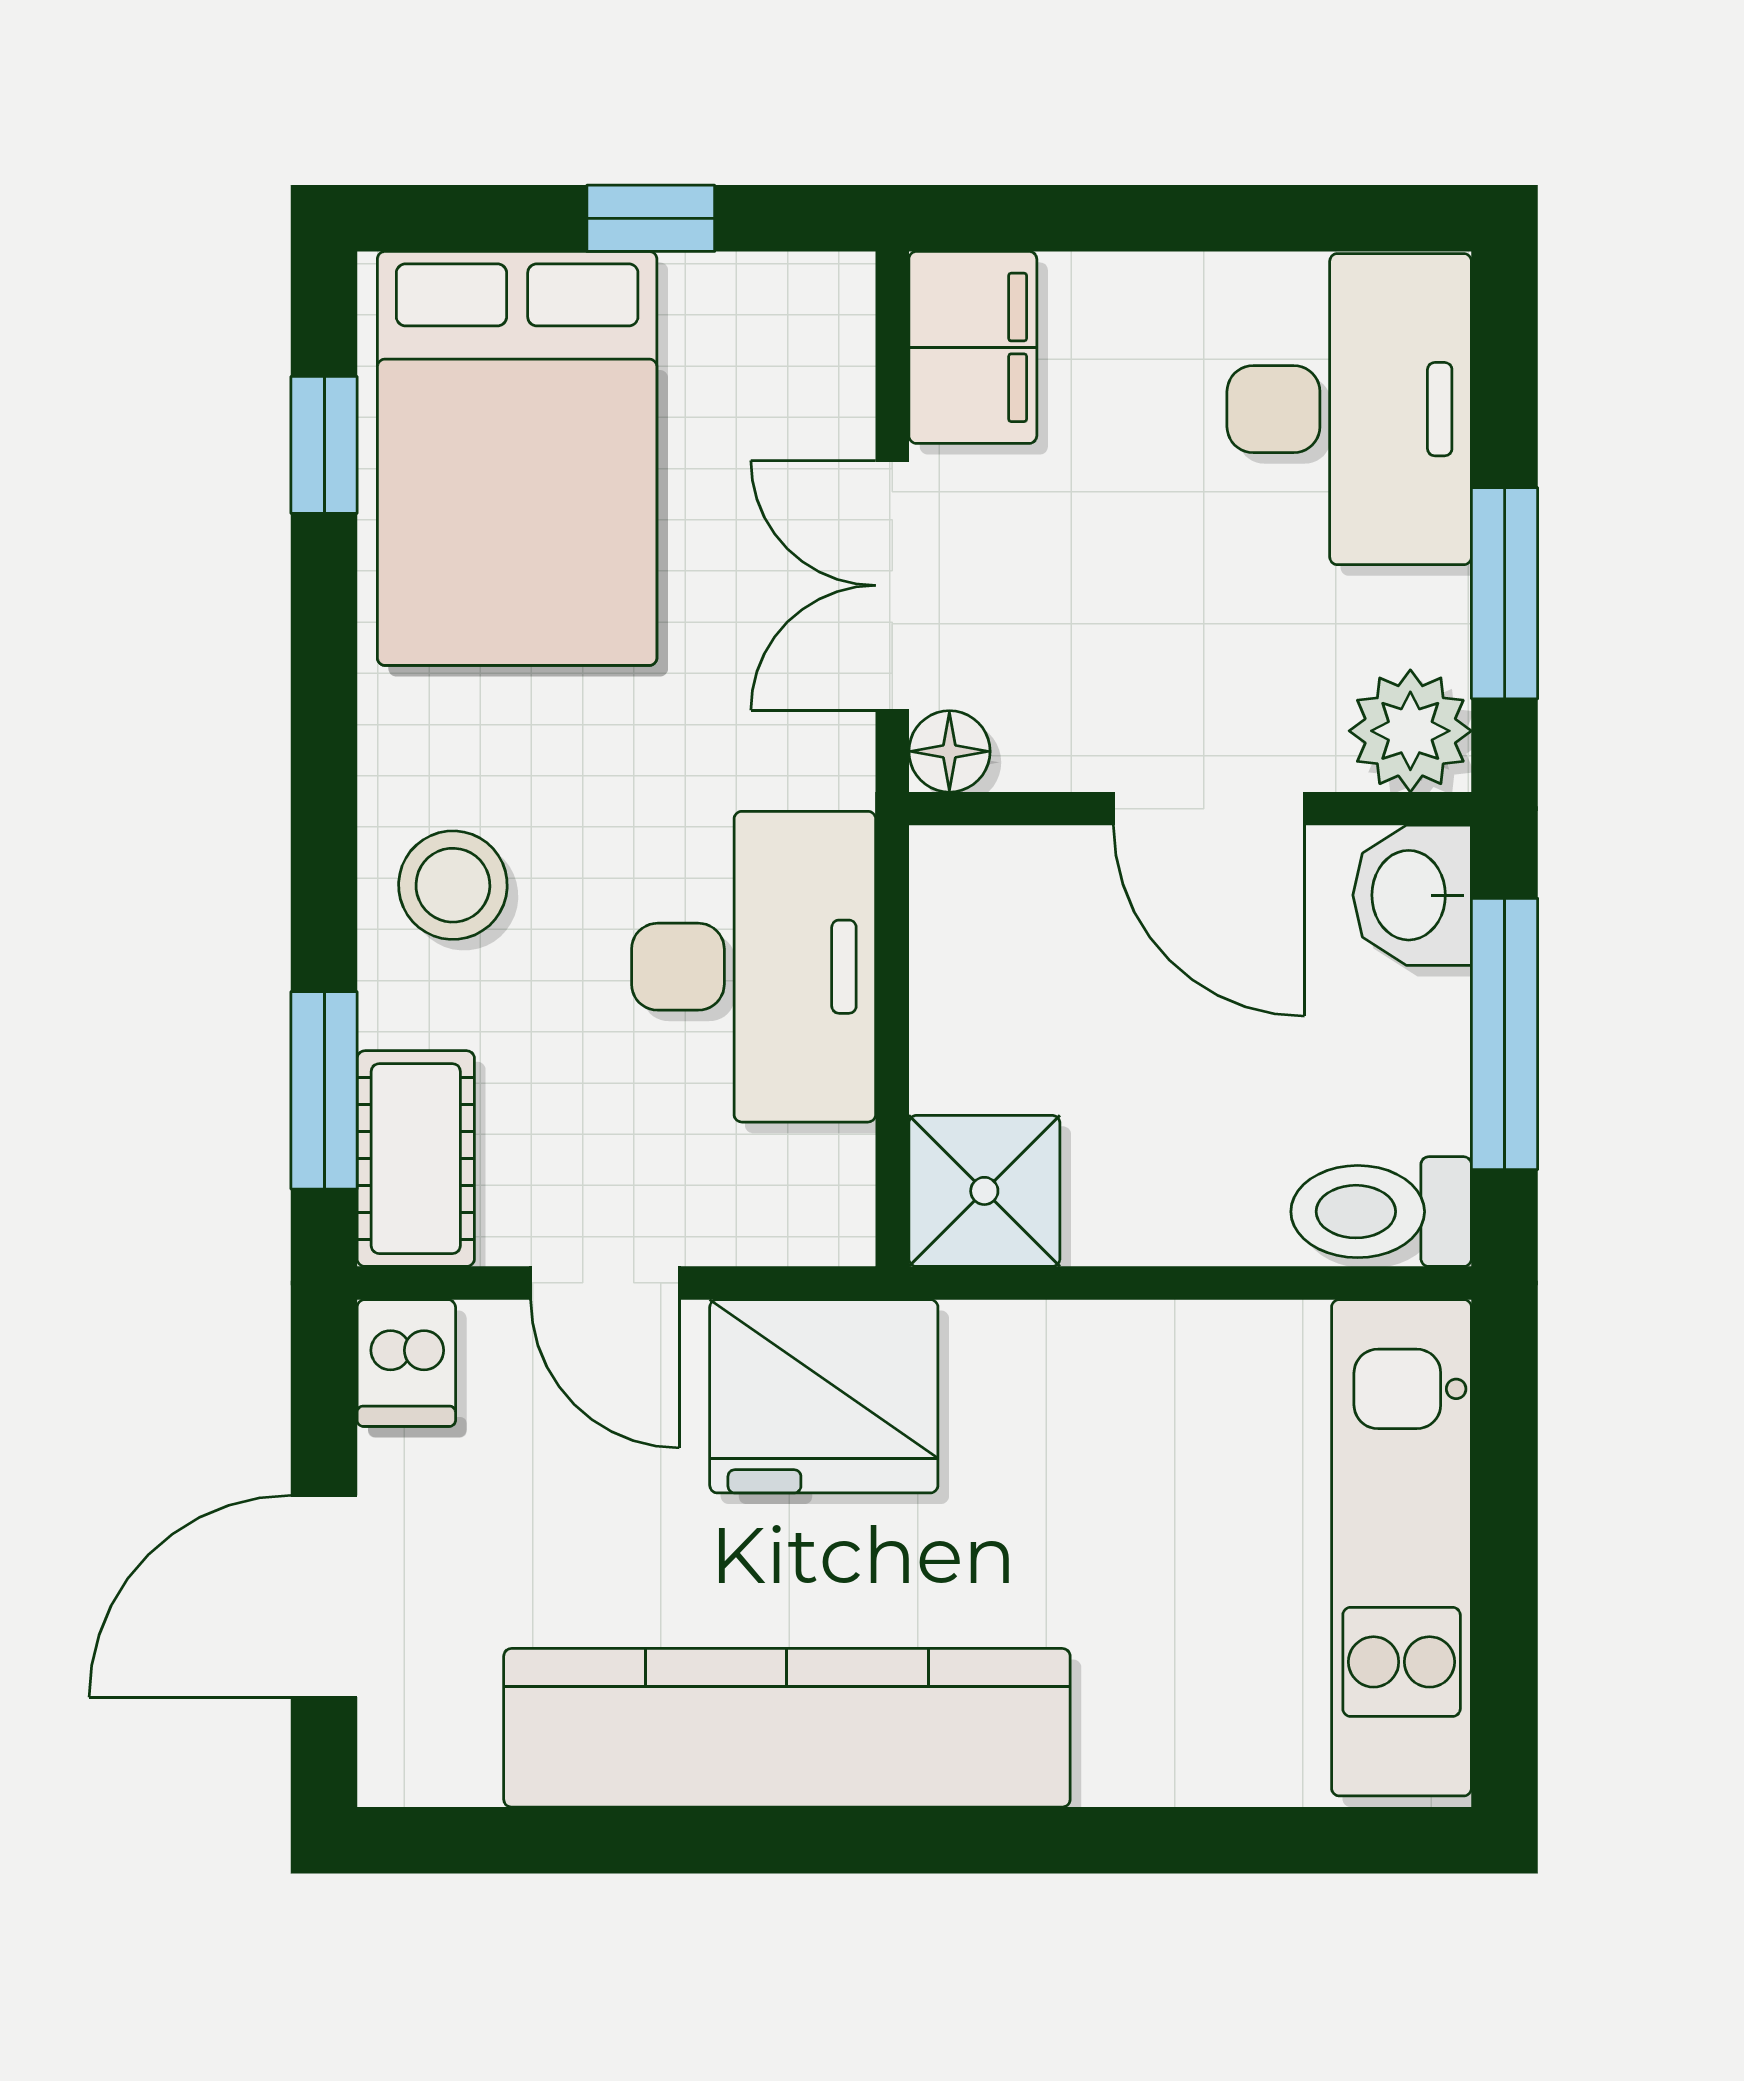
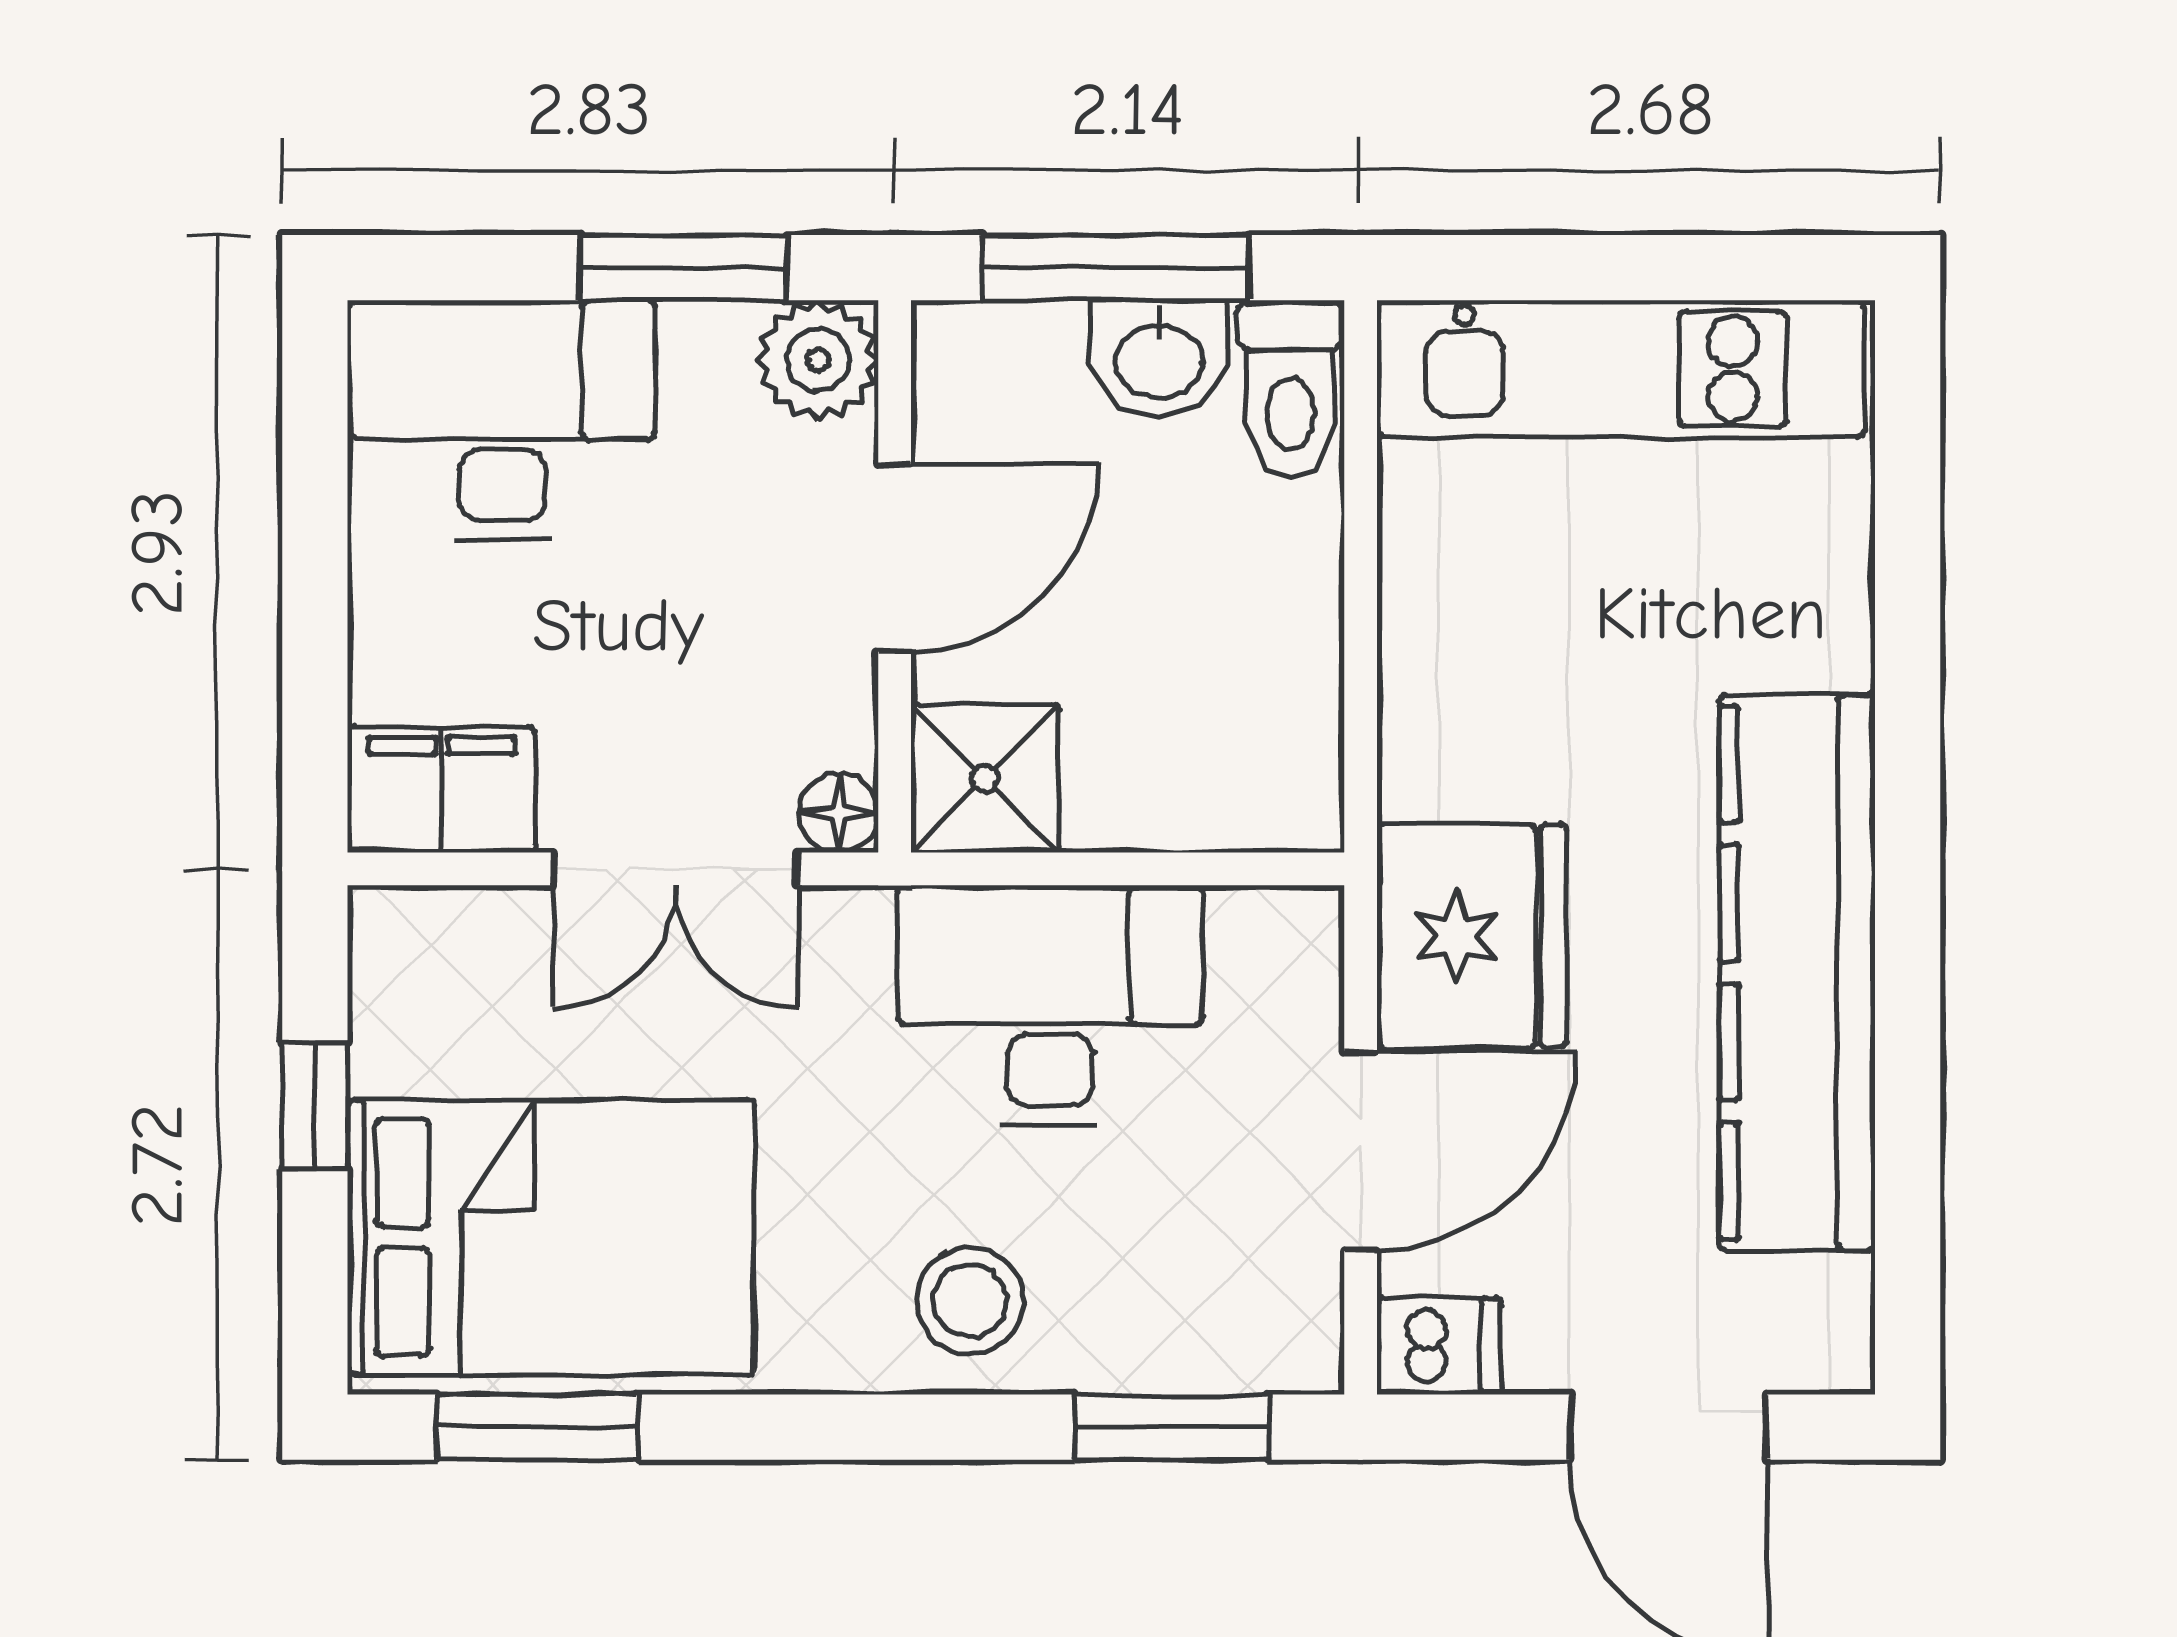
window: (324, 445) -> (537, 1427), width x1.50
washbasin: (1412, 895) -> (1159, 358), moved
cot: (416, 1159) -> (1238, 1337), removed
shower: (984, 1191) -> (985, 779), moved
door: (605, 1283) -> (1361, 1151), width x1.38

